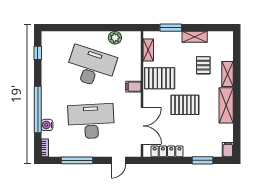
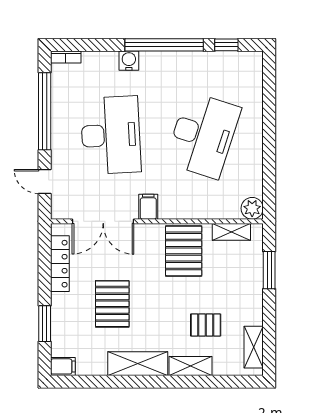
shelving: (195, 37) -> (254, 347), moved
plant: (115, 38) -> (252, 208), moved
filing cabinet: (133, 87) -> (148, 207), moved
pallet: (185, 105) -> (112, 304), moved
window: (38, 109) -> (164, 45), moved
water cooler: (47, 125) -> (129, 61), moved
window: (77, 160) -> (45, 111), width x1.46

